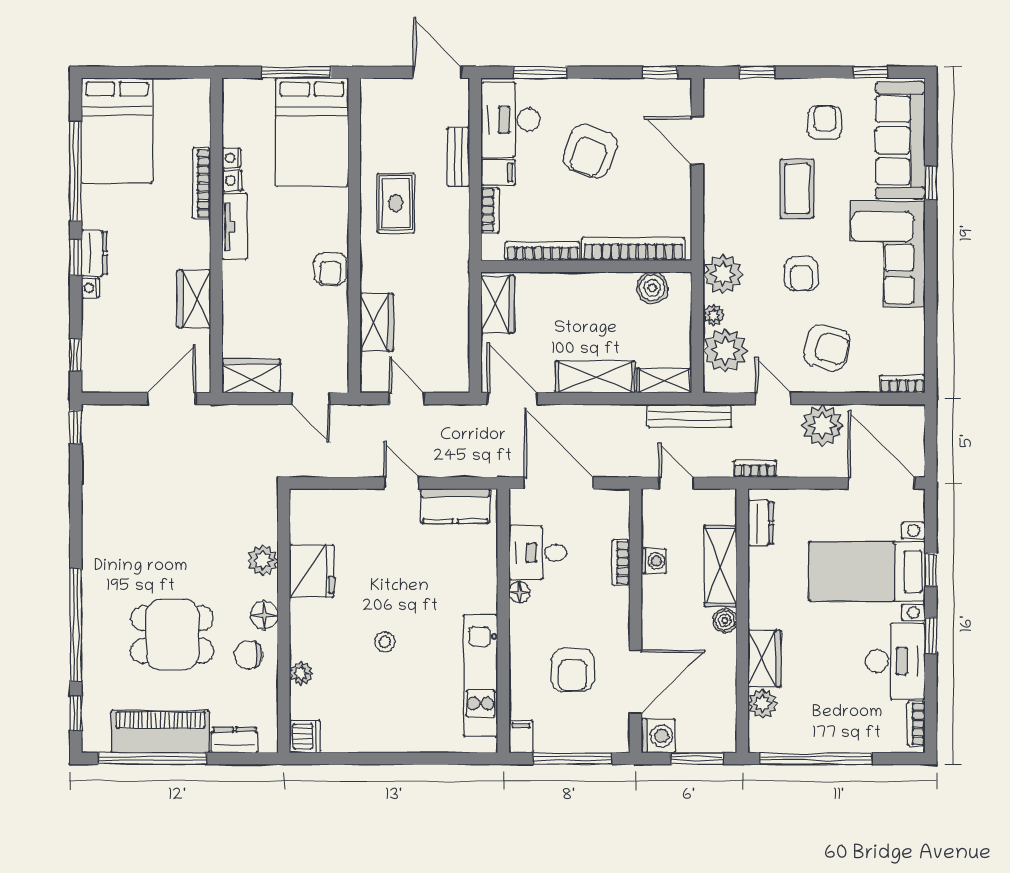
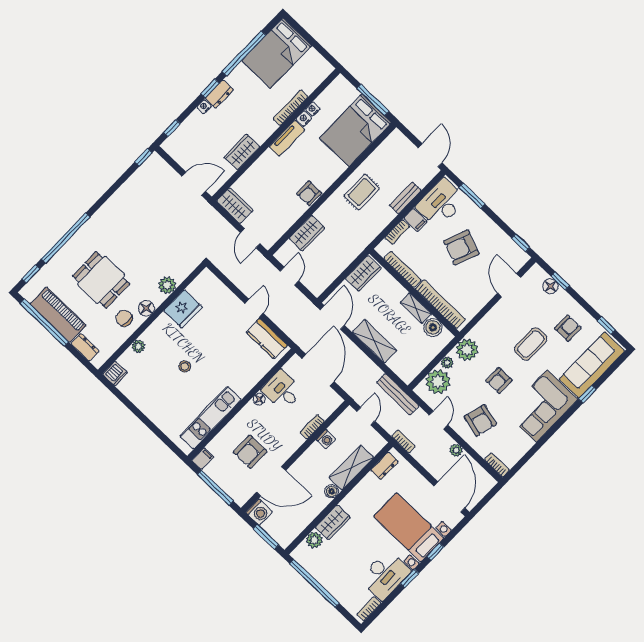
floor lamp: (751, 91) -> (550, 286), added
shelving: (664, 381) -> (416, 308), moved
plant: (823, 425) -> (456, 450), width x0.53, depth x0.53

